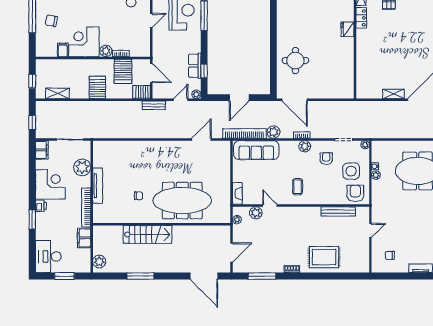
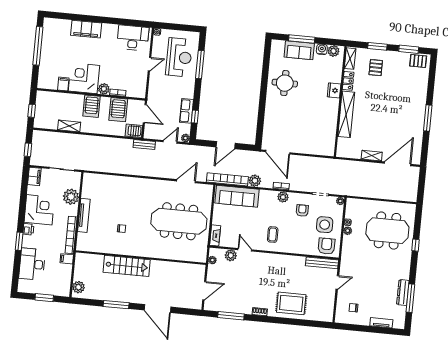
chair: (51, 21) -> (55, 55), removed
shelving: (363, 53) -> (346, 114), added
round table: (295, 61) -> (285, 83), moved
server rack: (97, 87) -> (92, 106), moved, turned 180
shelving: (57, 93) -> (69, 126), moved
meeting table: (182, 201) -> (179, 221), moved
bench: (338, 211) -> (322, 263), moved
filing cabinet: (84, 238) -> (67, 259), width x0.50
desk: (48, 257) -> (32, 264), moved
door: (204, 276) -> (158, 309), moved

